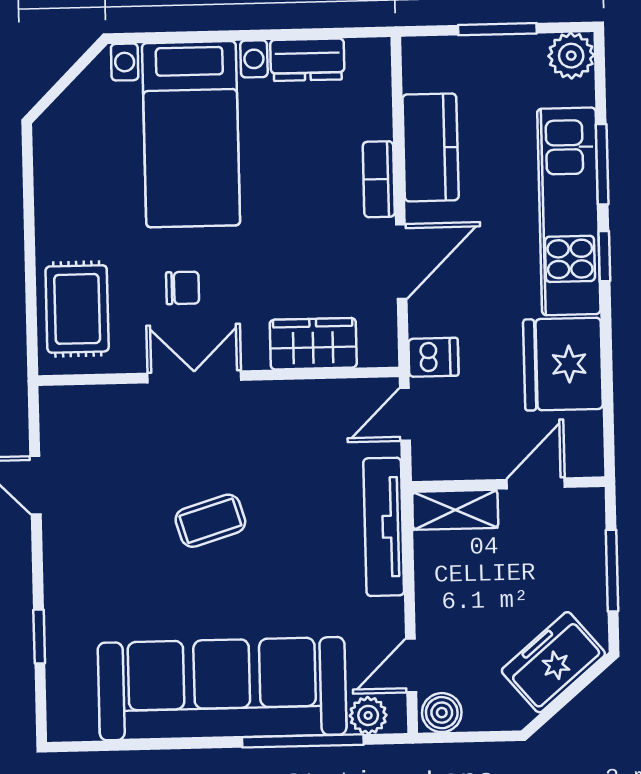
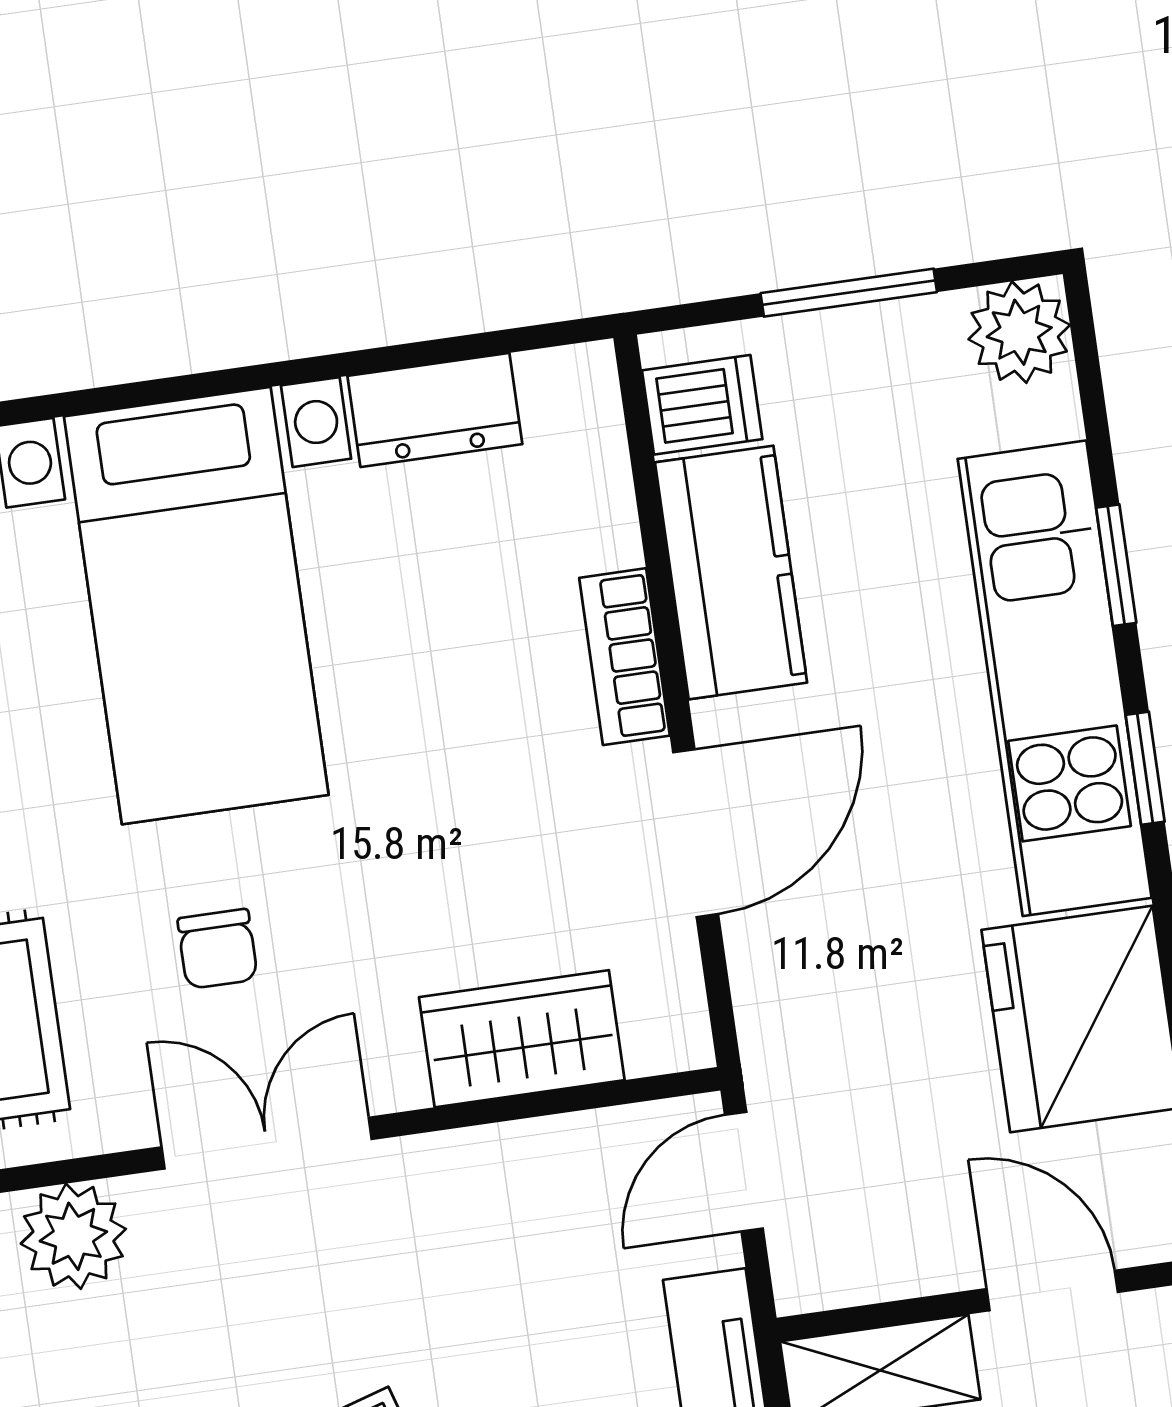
window: (602, 164) -> (1116, 565), width x0.67
chair: (183, 288) -> (217, 949), turned 90
dishwasher: (433, 357) -> (702, 405), moved
plant: (104, 408) -> (73, 1236), added
door: (536, 483) -> (1052, 1291), hinge flipped

